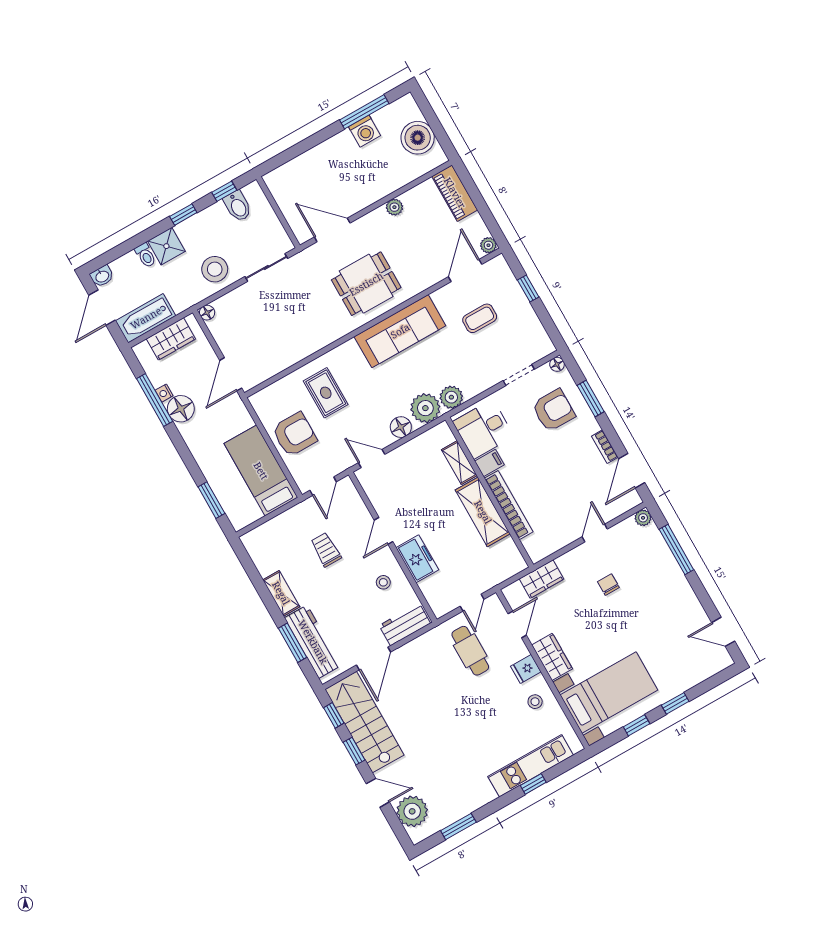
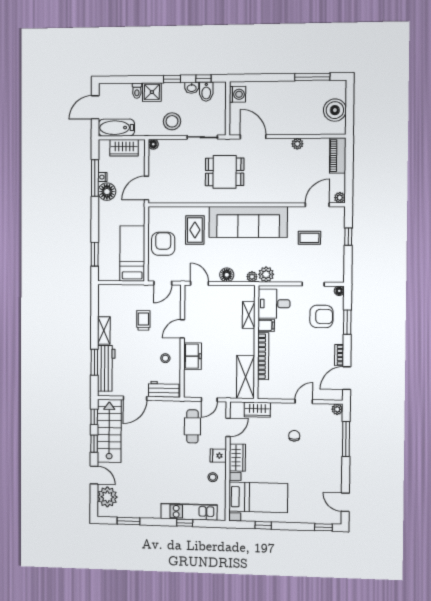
washing machine: (364, 131) -> (237, 94), moved, turned -90
washbasin: (102, 276) -> (192, 88), moved
dining table: (366, 284) -> (225, 172), moved
sofa: (400, 331) -> (248, 222), width x1.36, depth x1.27
plant: (425, 408) -> (252, 277), width x0.53, depth x0.53
armchair: (294, 434) -> (163, 244), turned -90
shelving: (483, 512) -> (245, 377), moved
window: (675, 703) -> (323, 527), moved

